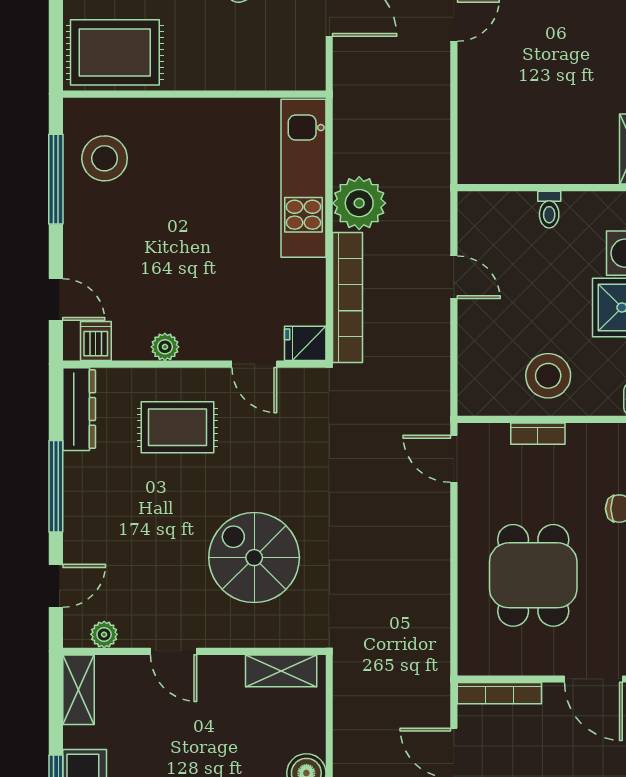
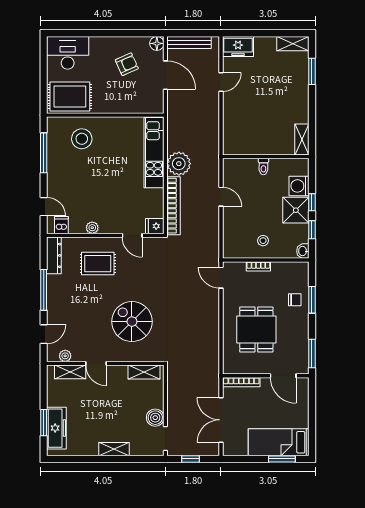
stool: (105, 158) -> (82, 139), moved
stool: (548, 376) -> (263, 241), width x0.53, depth x0.53
shelving: (78, 690) -> (70, 372), moved, turned 90

